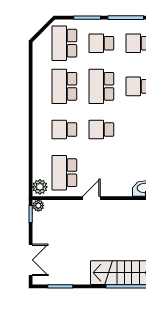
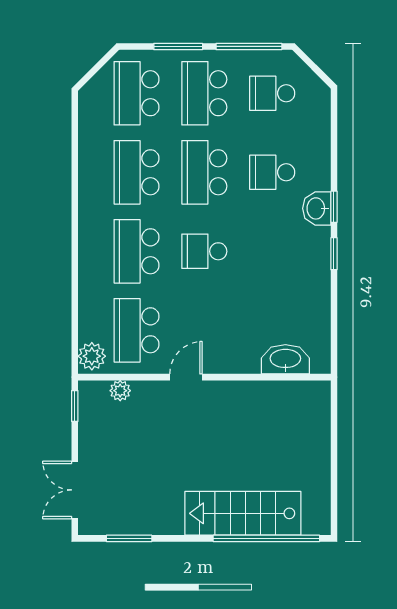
school desk: (101, 43) -> (204, 93), width x1.85
school desk: (64, 130) -> (136, 251), width x1.85
plant: (38, 206) -> (120, 391), moved
double door: (31, 260) -> (75, 490), swing flipped

